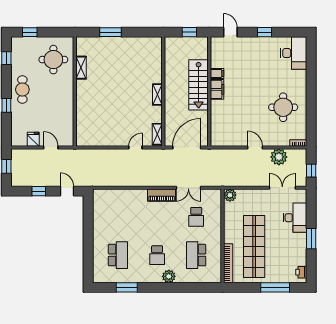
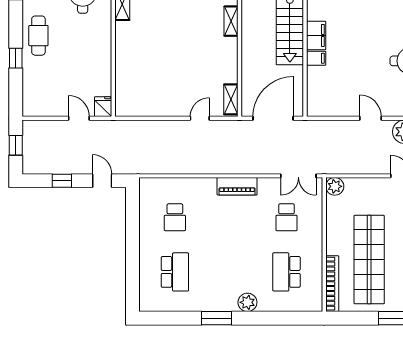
filing cabinet: (217, 73) -> (316, 58), moved
shelving: (157, 95) -> (231, 21), moved
fridge: (33, 139) -> (103, 107), moved
double door: (188, 188) -> (298, 176), moved
school desk: (157, 255) -> (175, 217), moved
window: (127, 287) -> (217, 318), moved

